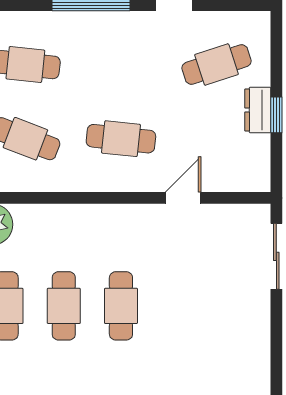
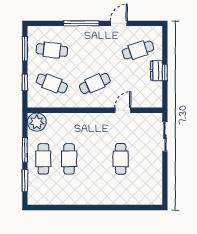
cafe table: (121, 139) -> (95, 83), turned -30
cafe table: (121, 306) -> (121, 159), moved

